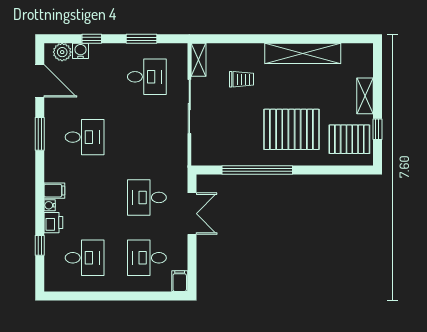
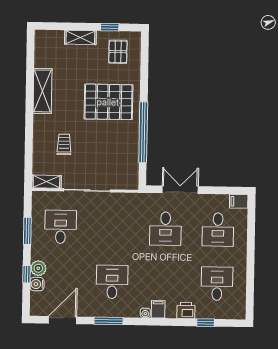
plant: (62, 52) -> (38, 268), moved
shelving: (303, 53) -> (43, 91), width x0.68
pallet: (291, 129) -> (108, 102), turned 90
pallet: (349, 139) -> (118, 52), width x0.67, depth x0.71
water cooler: (50, 205) -> (145, 313), moved

